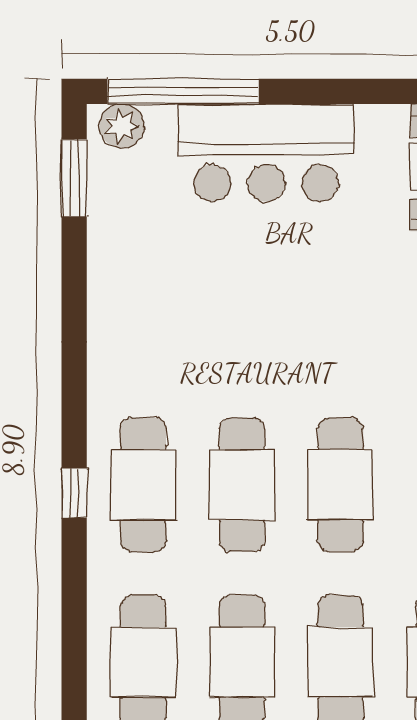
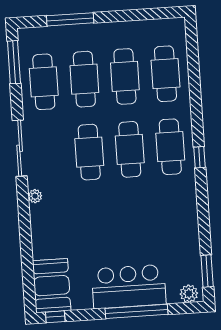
window: (183, 91) -> (137, 311), moved
window: (74, 493) -> (200, 157), moved

